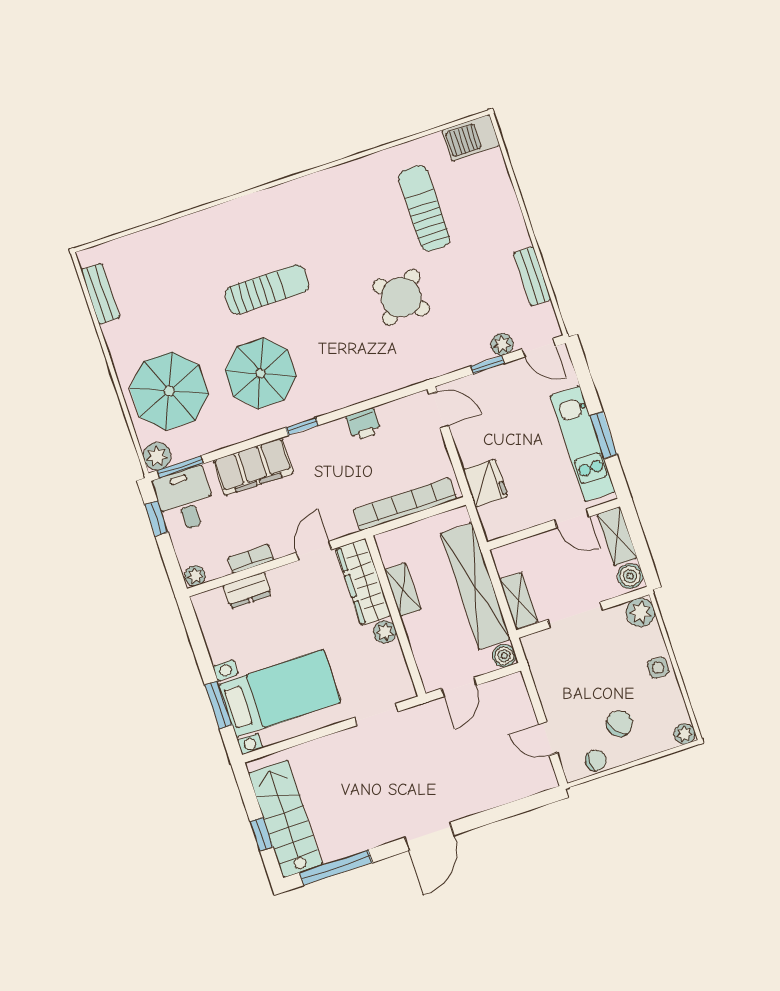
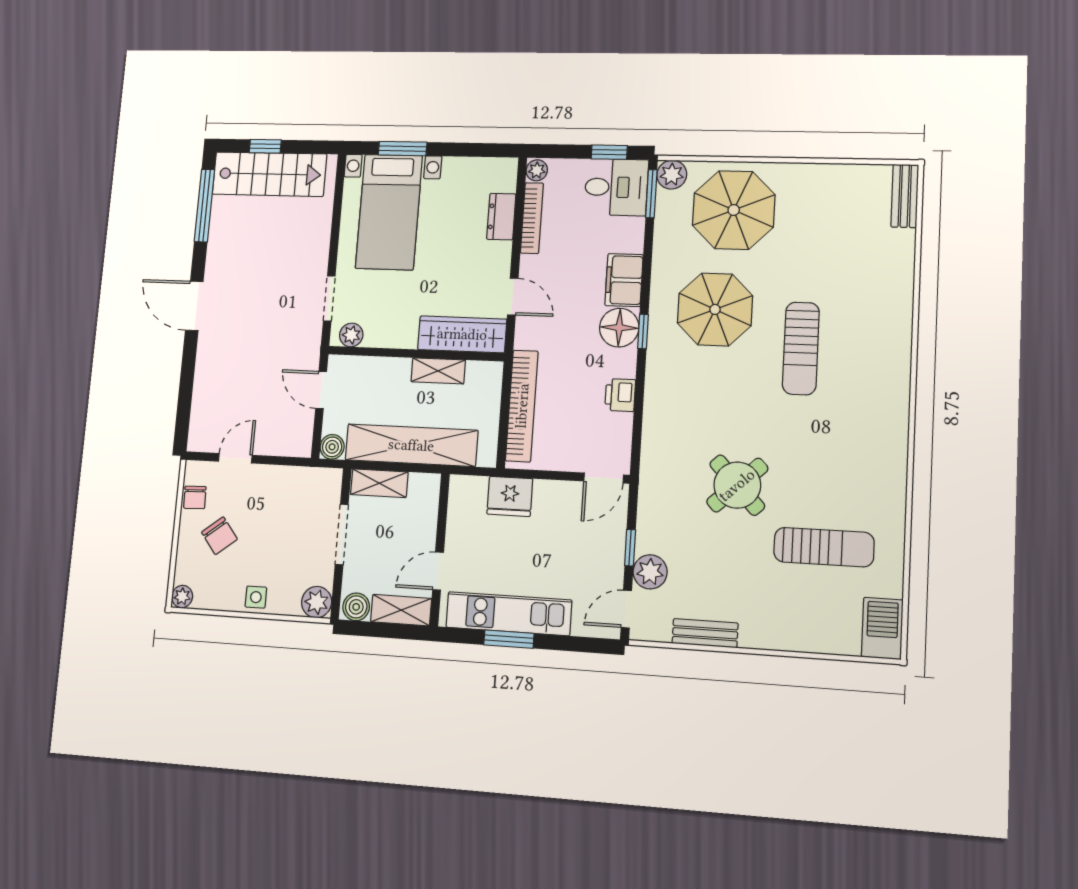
bench: (100, 294) -> (905, 196), moved, turned 90
plant: (502, 344) -> (650, 572), width x1.38, depth x1.38
floor lamp: (306, 448) -> (619, 328), added
filing cabinet: (253, 467) -> (624, 280), width x0.67, depth x0.86
bookcase: (250, 559) -> (532, 218), width x1.56
plant: (385, 632) -> (351, 335), moved

